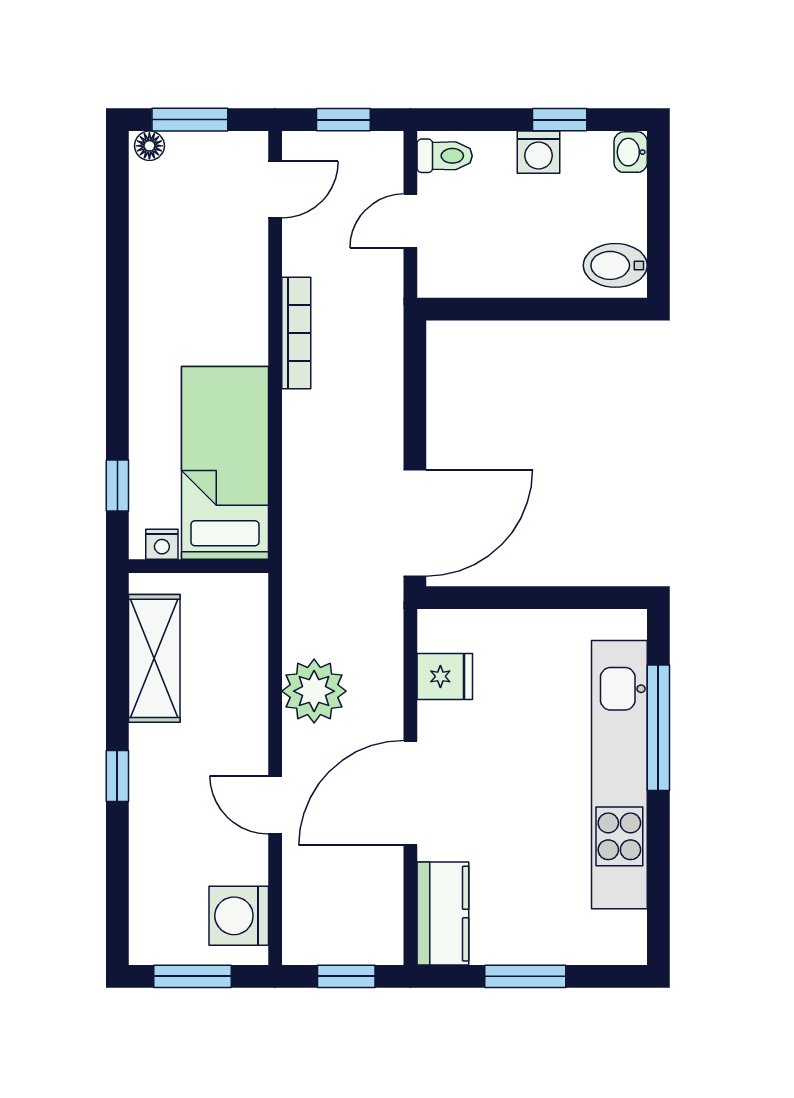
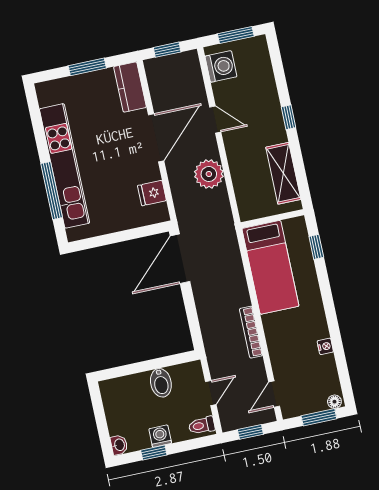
bidet: (615, 265) -> (161, 383), moved, turned 90
nightstand: (162, 544) -> (325, 346), moved, turned 90

